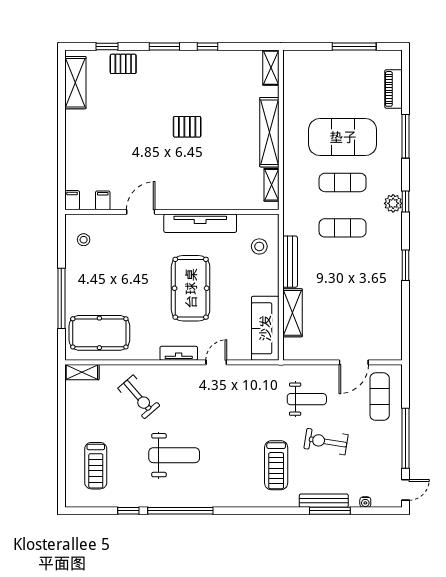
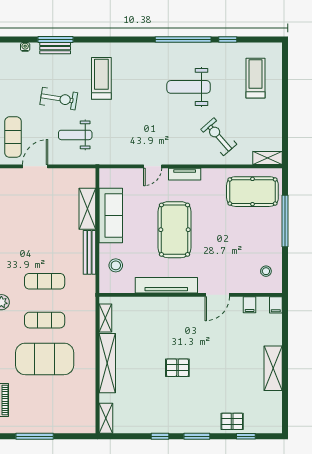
shelving: (75, 83) -> (273, 368), moved
sofa: (265, 328) -> (111, 215), moved
bench: (324, 501) -> (55, 48), width x0.73

